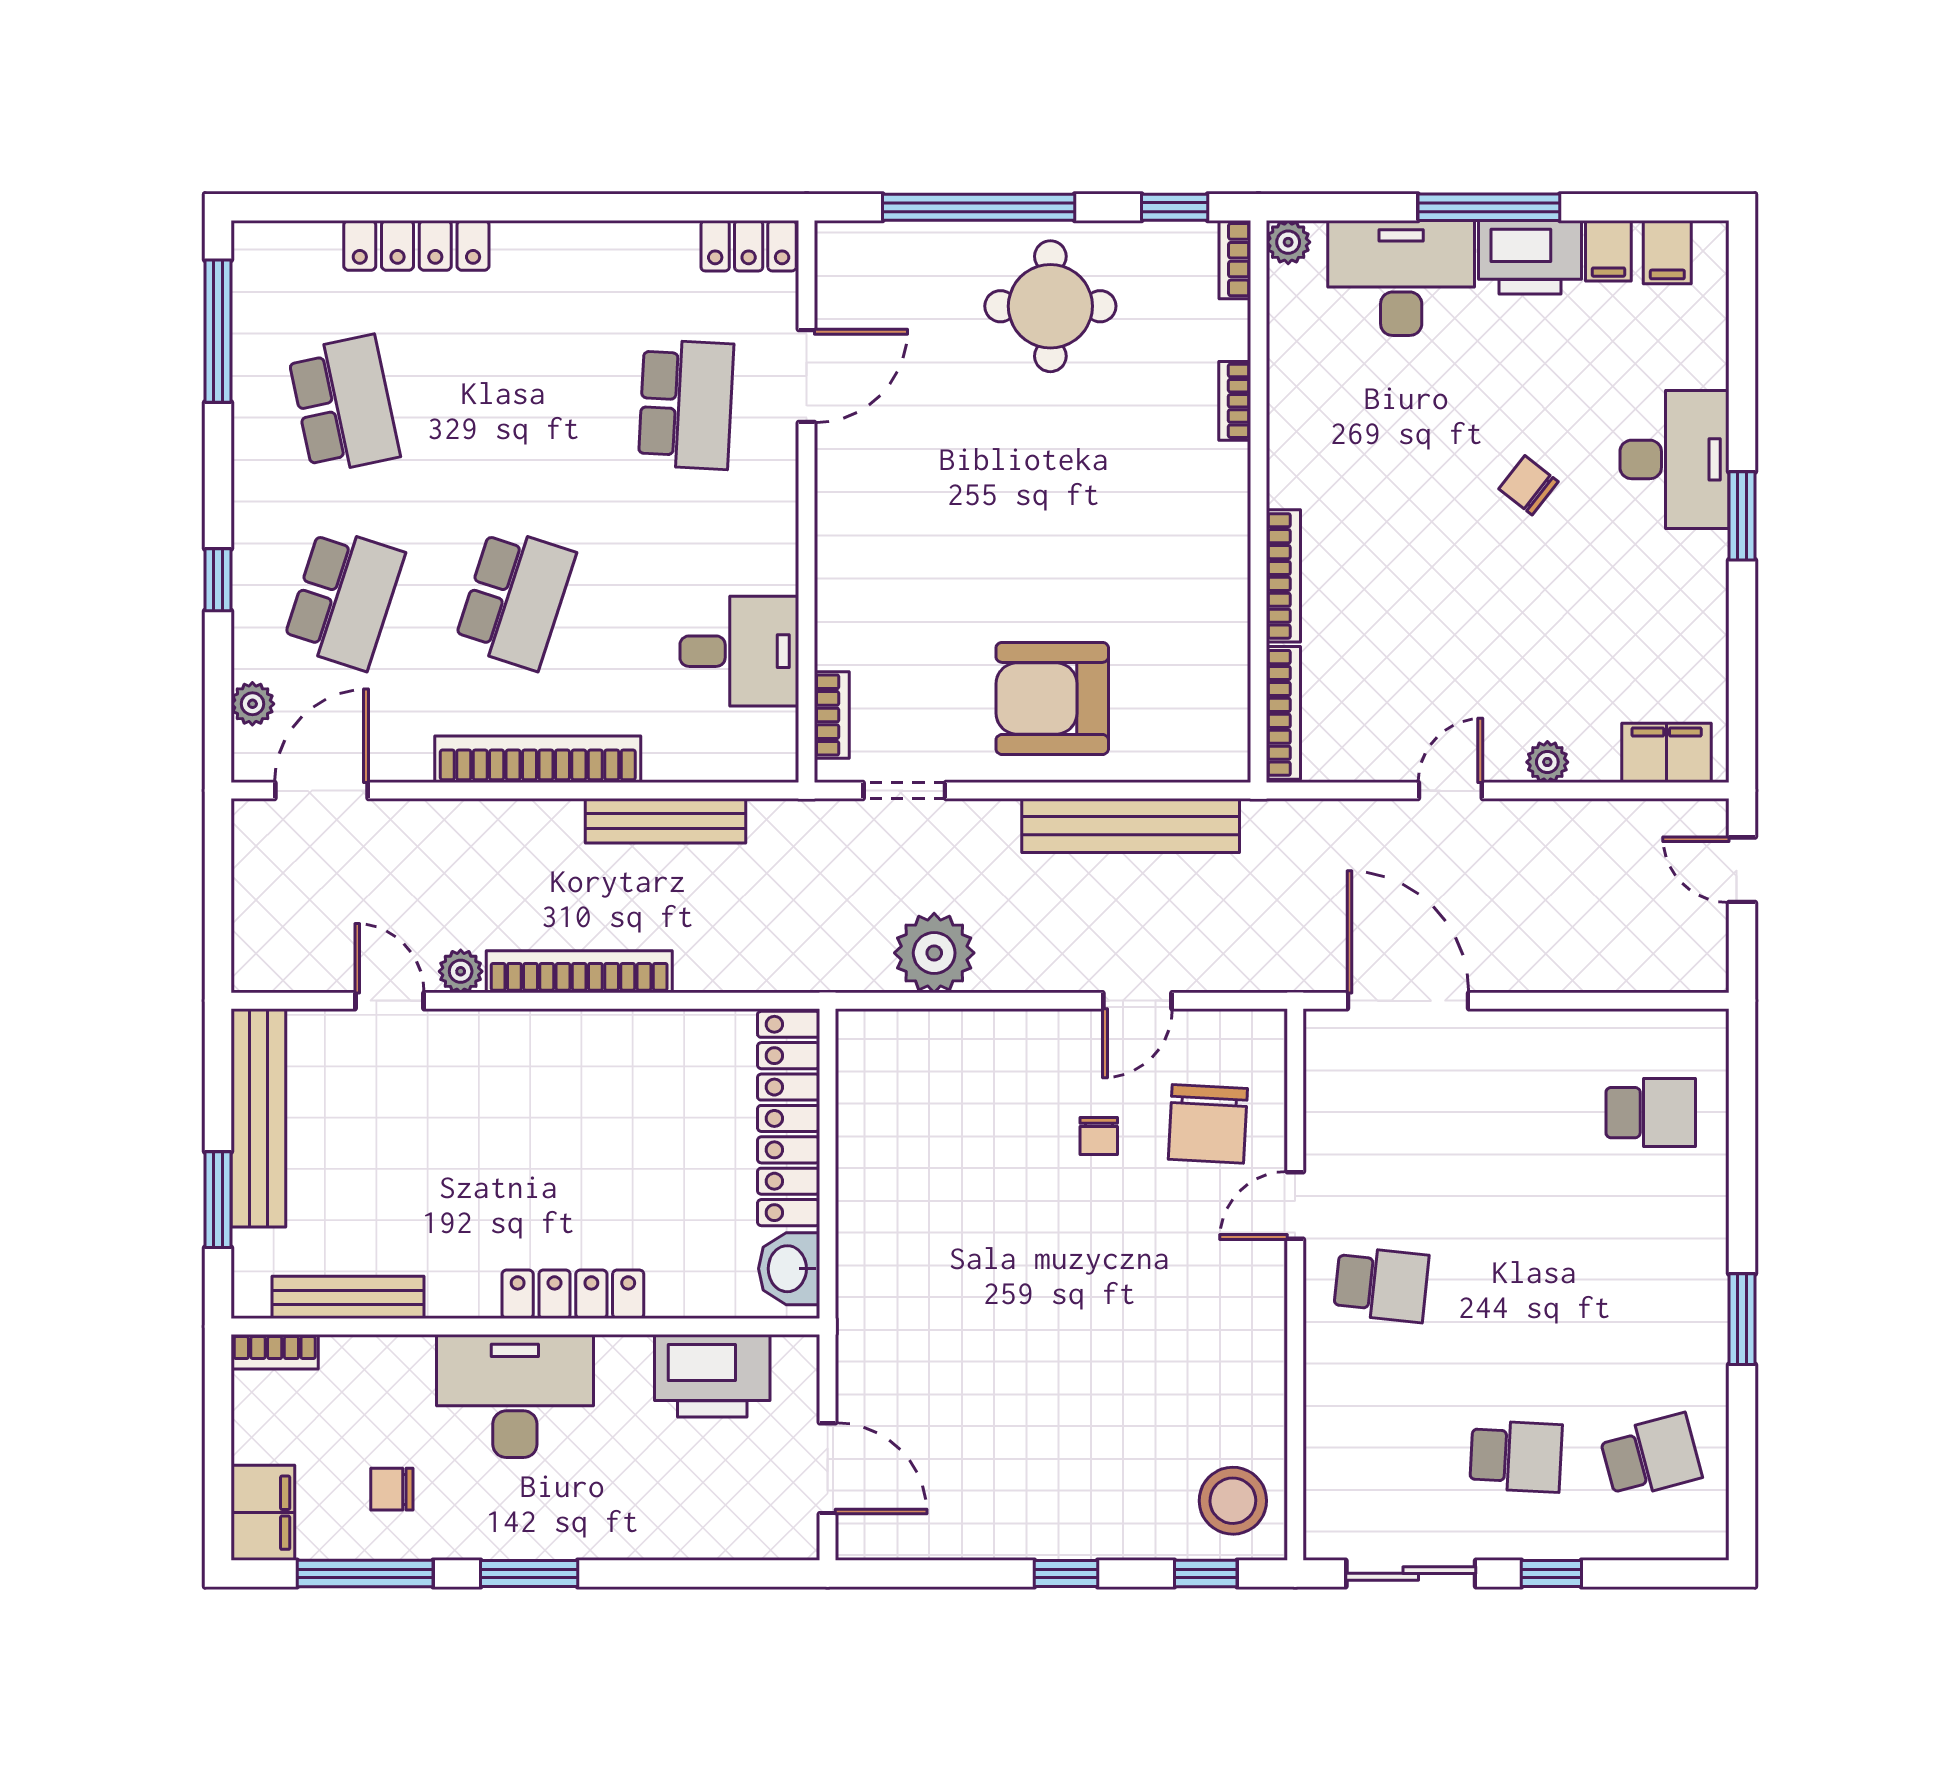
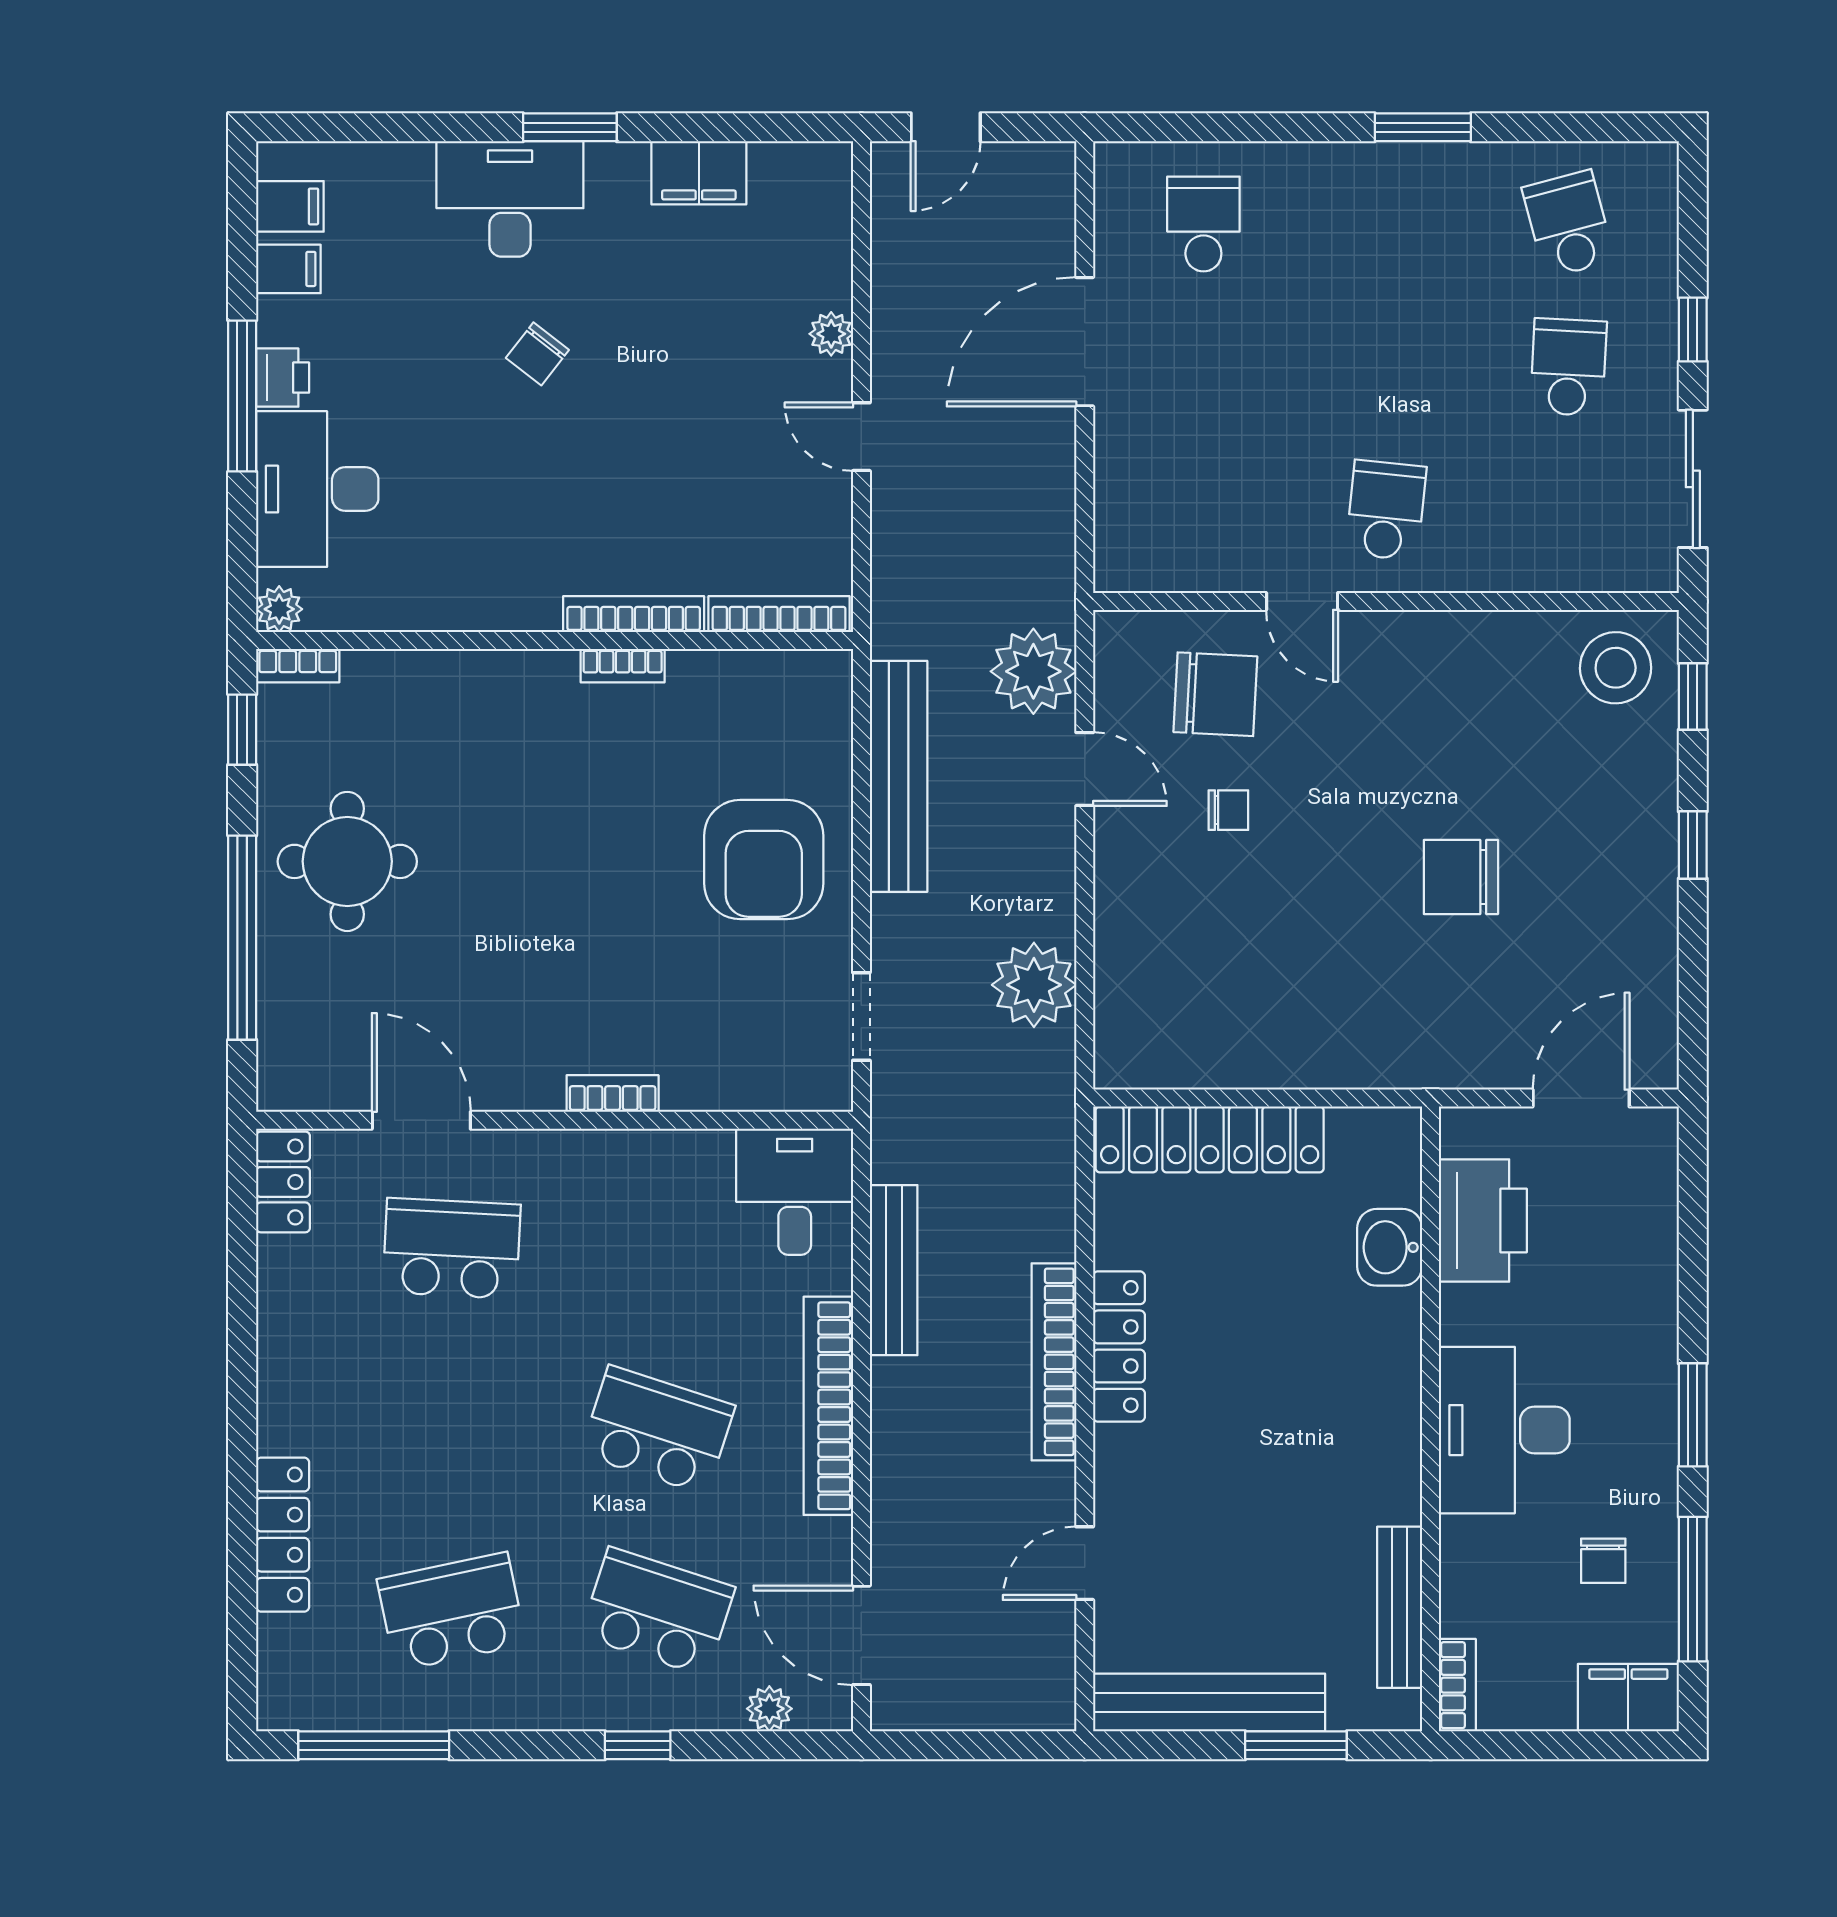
printer: (1530, 257) -> (283, 378), width x0.53, depth x0.68
bookcase: (1235, 401) -> (623, 666), moved
desk: (739, 651) -> (795, 1192), moved
bookcase: (832, 715) -> (613, 1094), moved
filing cabinet: (1667, 753) -> (699, 173), moved, turned -90
plant: (461, 971) -> (1033, 671), moved, width x1.88, depth x1.88
door: (1408, 1001) -> (1085, 342), moved
washbasin: (789, 1269) -> (1390, 1247), moved, turned 90
locker: (573, 1294) -> (1119, 1346), moved, turned 180
chair: (1036, 1355) -> (1461, 877), added

